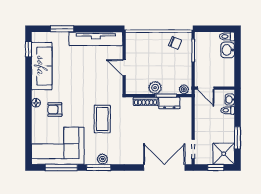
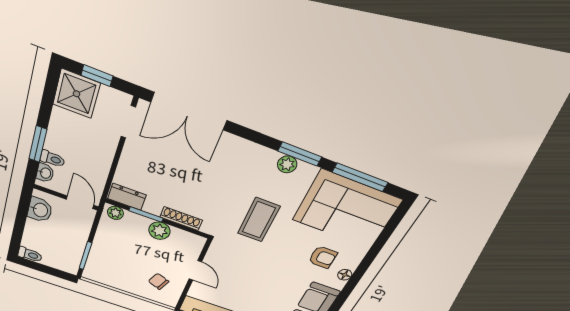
chair: (175, 43) -> (159, 281), moved
washbasin: (228, 50) -> (40, 210), moved
dresser: (169, 103) -> (127, 197), moved
window: (237, 138) -> (38, 144), moved

